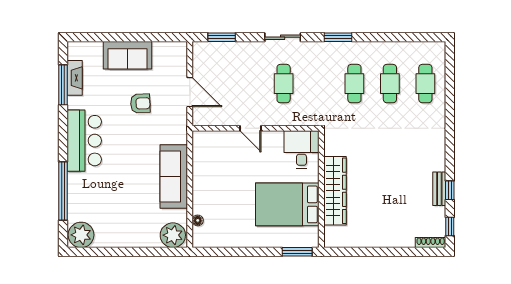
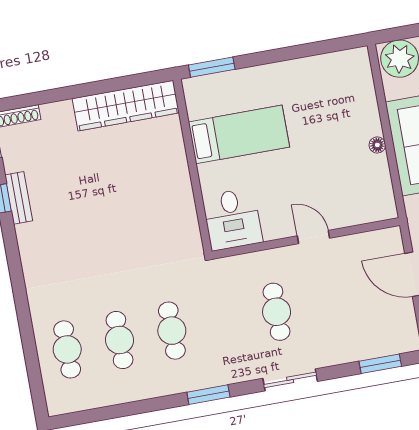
wardrobe: (335, 191) -> (126, 106), moved, turned -90
bed: (287, 204) -> (239, 134), width x0.67
floor lamp: (198, 220) -> (377, 145), moved

